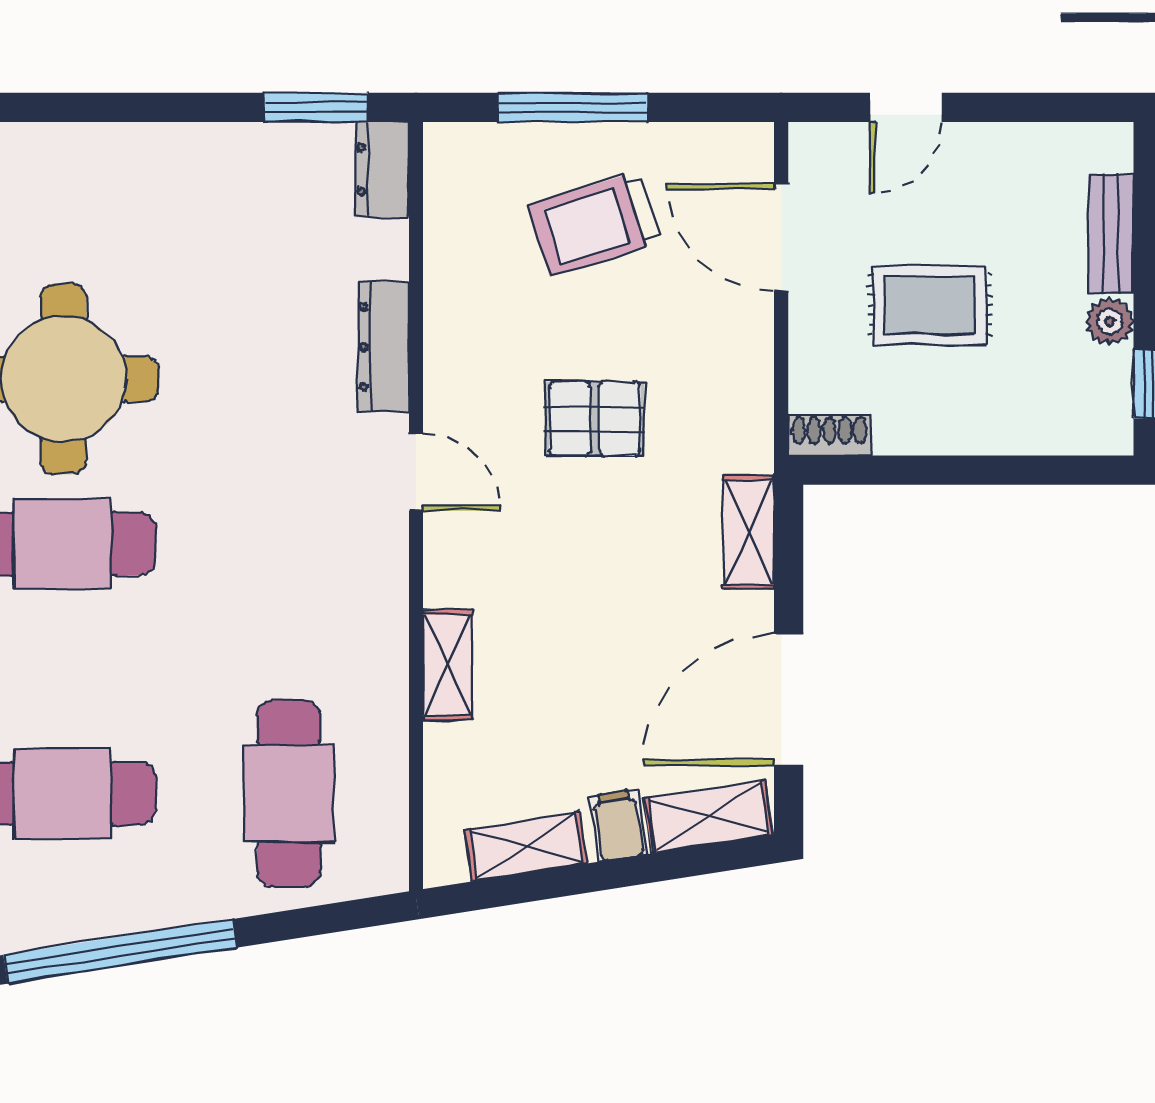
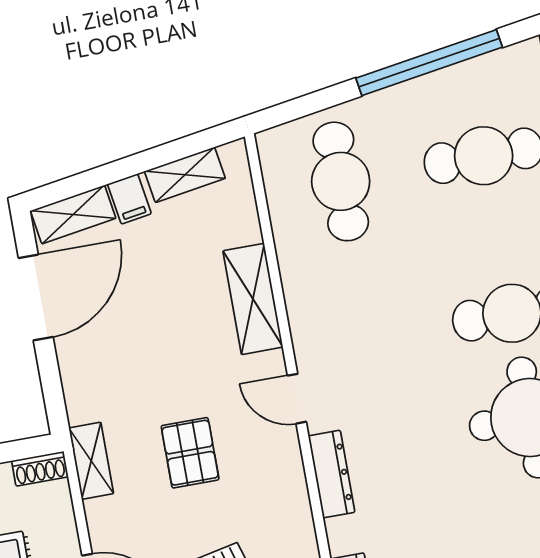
pallet: (595, 419) -> (190, 453), turned 90
shelving: (749, 532) -> (91, 461), moved
shelving: (448, 665) -> (253, 299), width x1.50, depth x1.33

